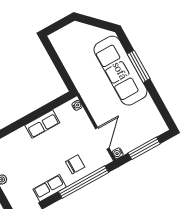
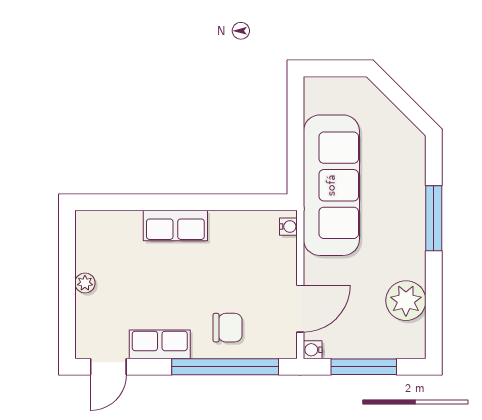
sofa: (120, 71) -> (331, 185), moved, turned 180
plant: (146, 109) -> (406, 301), added
row of seats: (42, 124) -> (175, 226), moved

